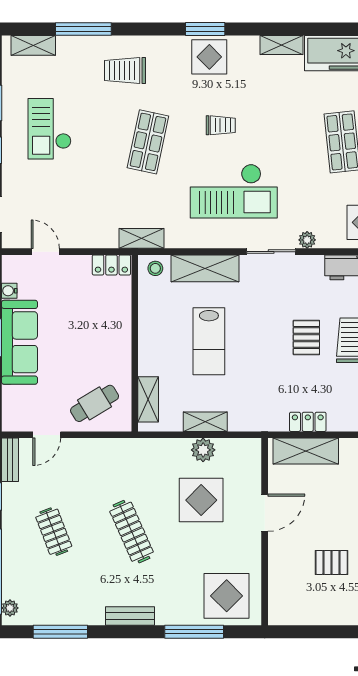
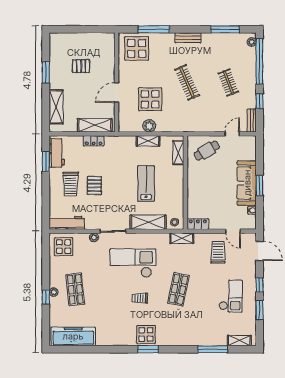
shelving: (282, 45) -> (108, 341), removed
trolley: (125, 71) -> (218, 252), moved, turned -90

